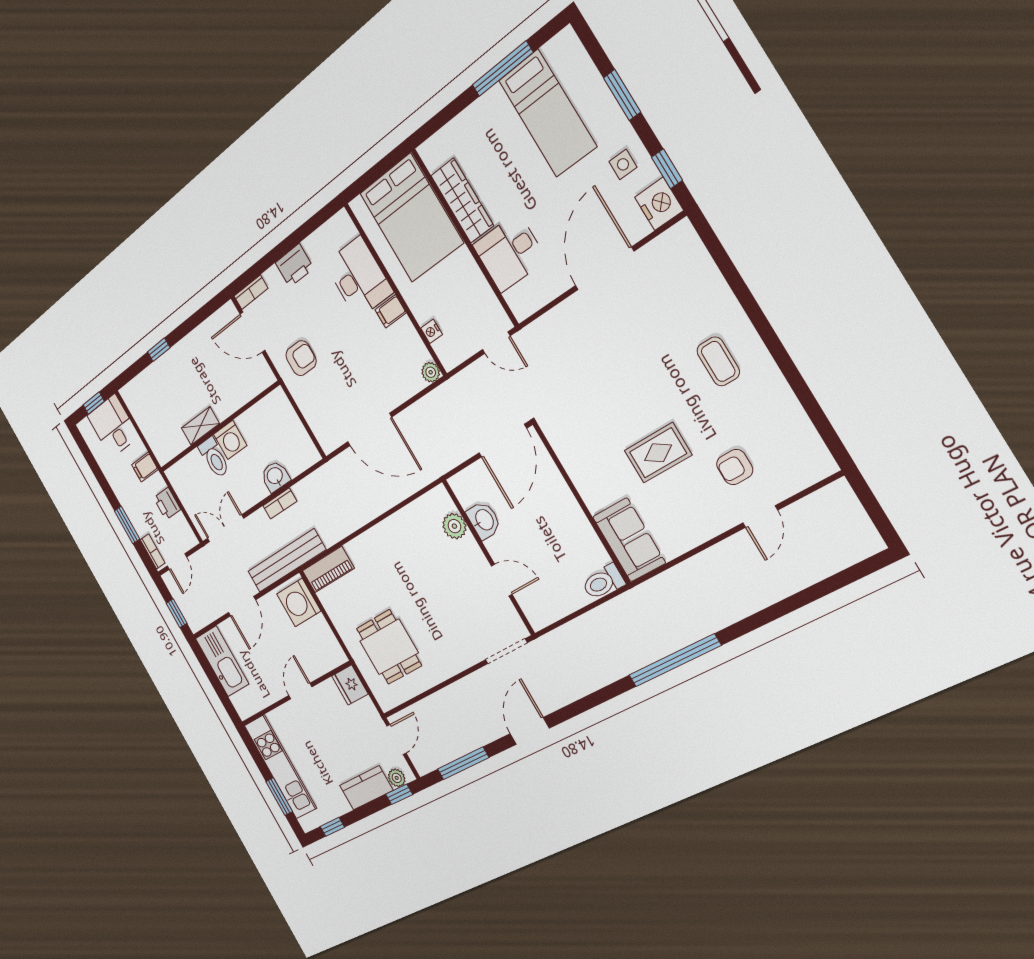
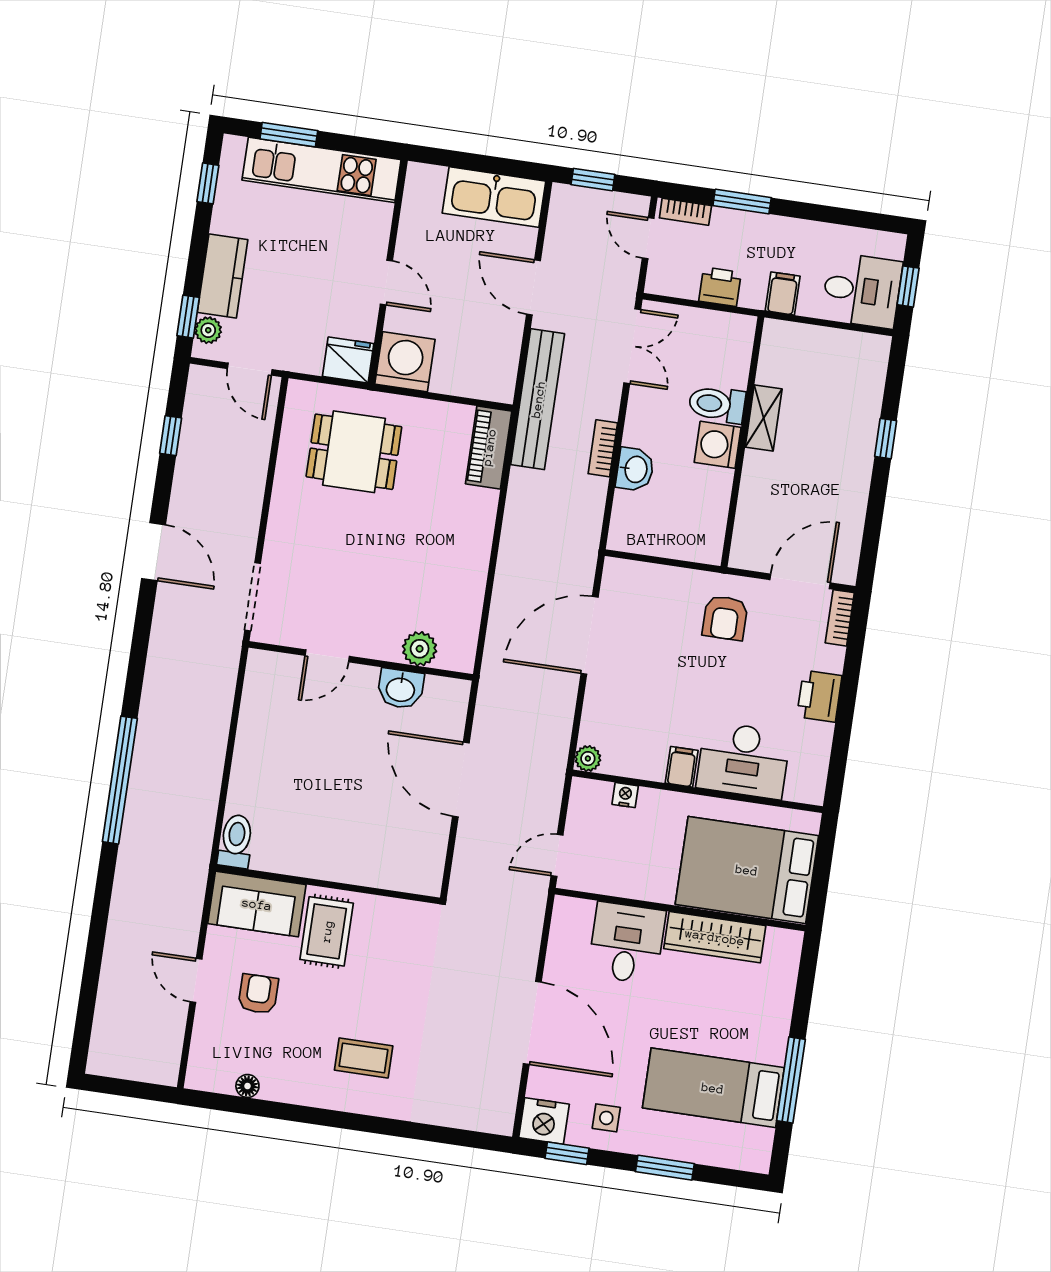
floor lamp: (803, 426) -> (247, 1086), added
wall: (581, 503) -> (328, 884), moved
sofa: (629, 540) -> (257, 904), moved
toilet: (603, 582) -> (236, 841), moved
washing machine: (299, 603) -> (405, 362), moved
window: (463, 763) -> (171, 436), width x0.46

